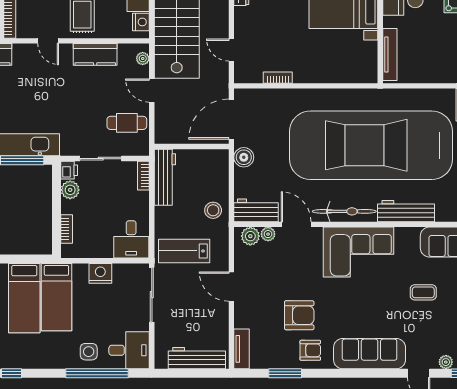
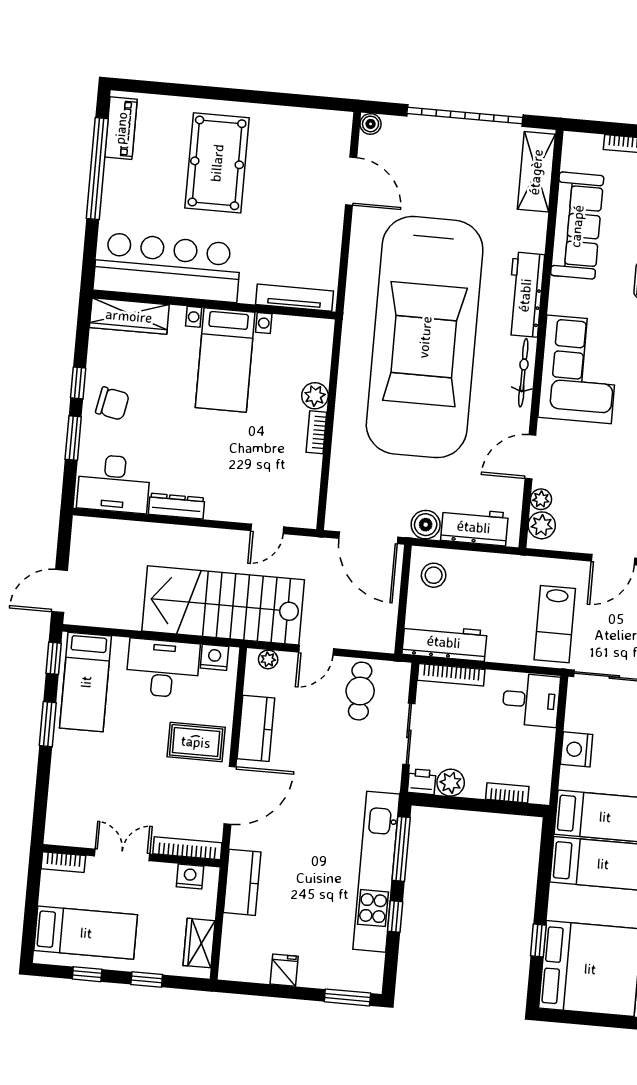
door: (48, 41) -> (230, 795), width x1.87
plant: (325, 74) -> (315, 396), added
bookcase: (278, 78) -> (316, 432), moved
bookcase: (143, 176) -> (451, 675), width x1.56
stool: (213, 210) -> (434, 575), moved
workbench: (256, 210) -> (474, 527), moved, turned 90
bicycle: (344, 211) -> (523, 373), width x0.73, depth x0.71

